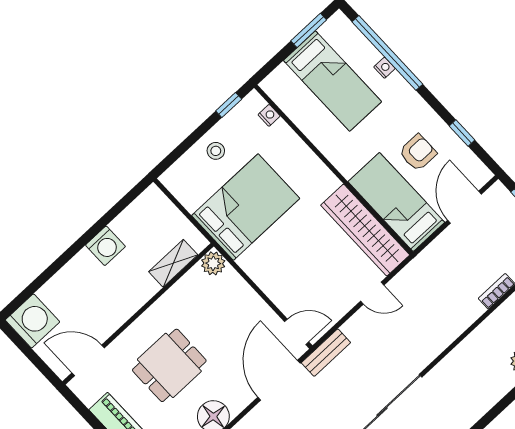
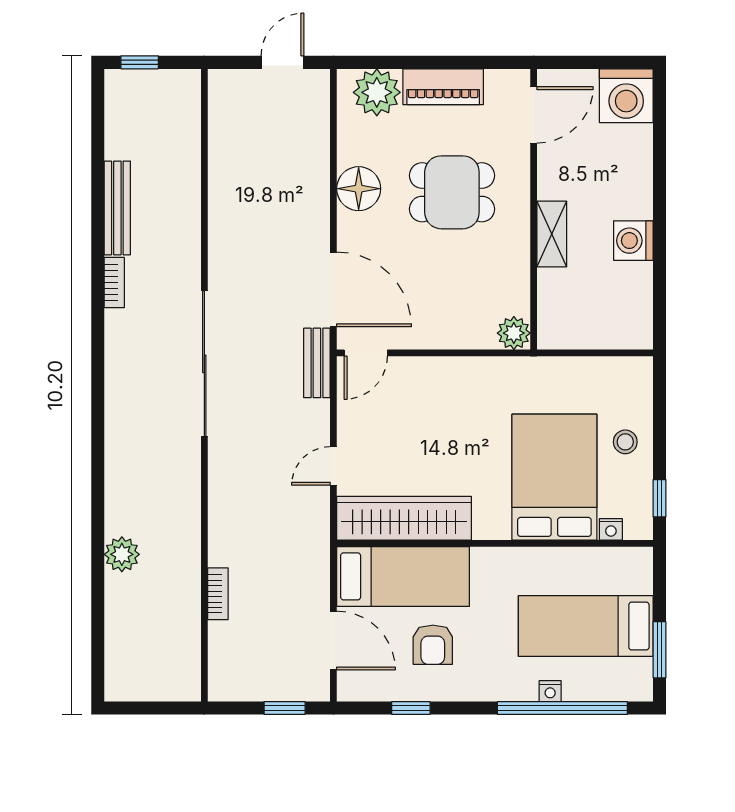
bed: (246, 207) -> (554, 477), moved, turned 180
shelving: (173, 263) -> (552, 234), moved
dining table: (169, 365) -> (452, 192), turned 90

